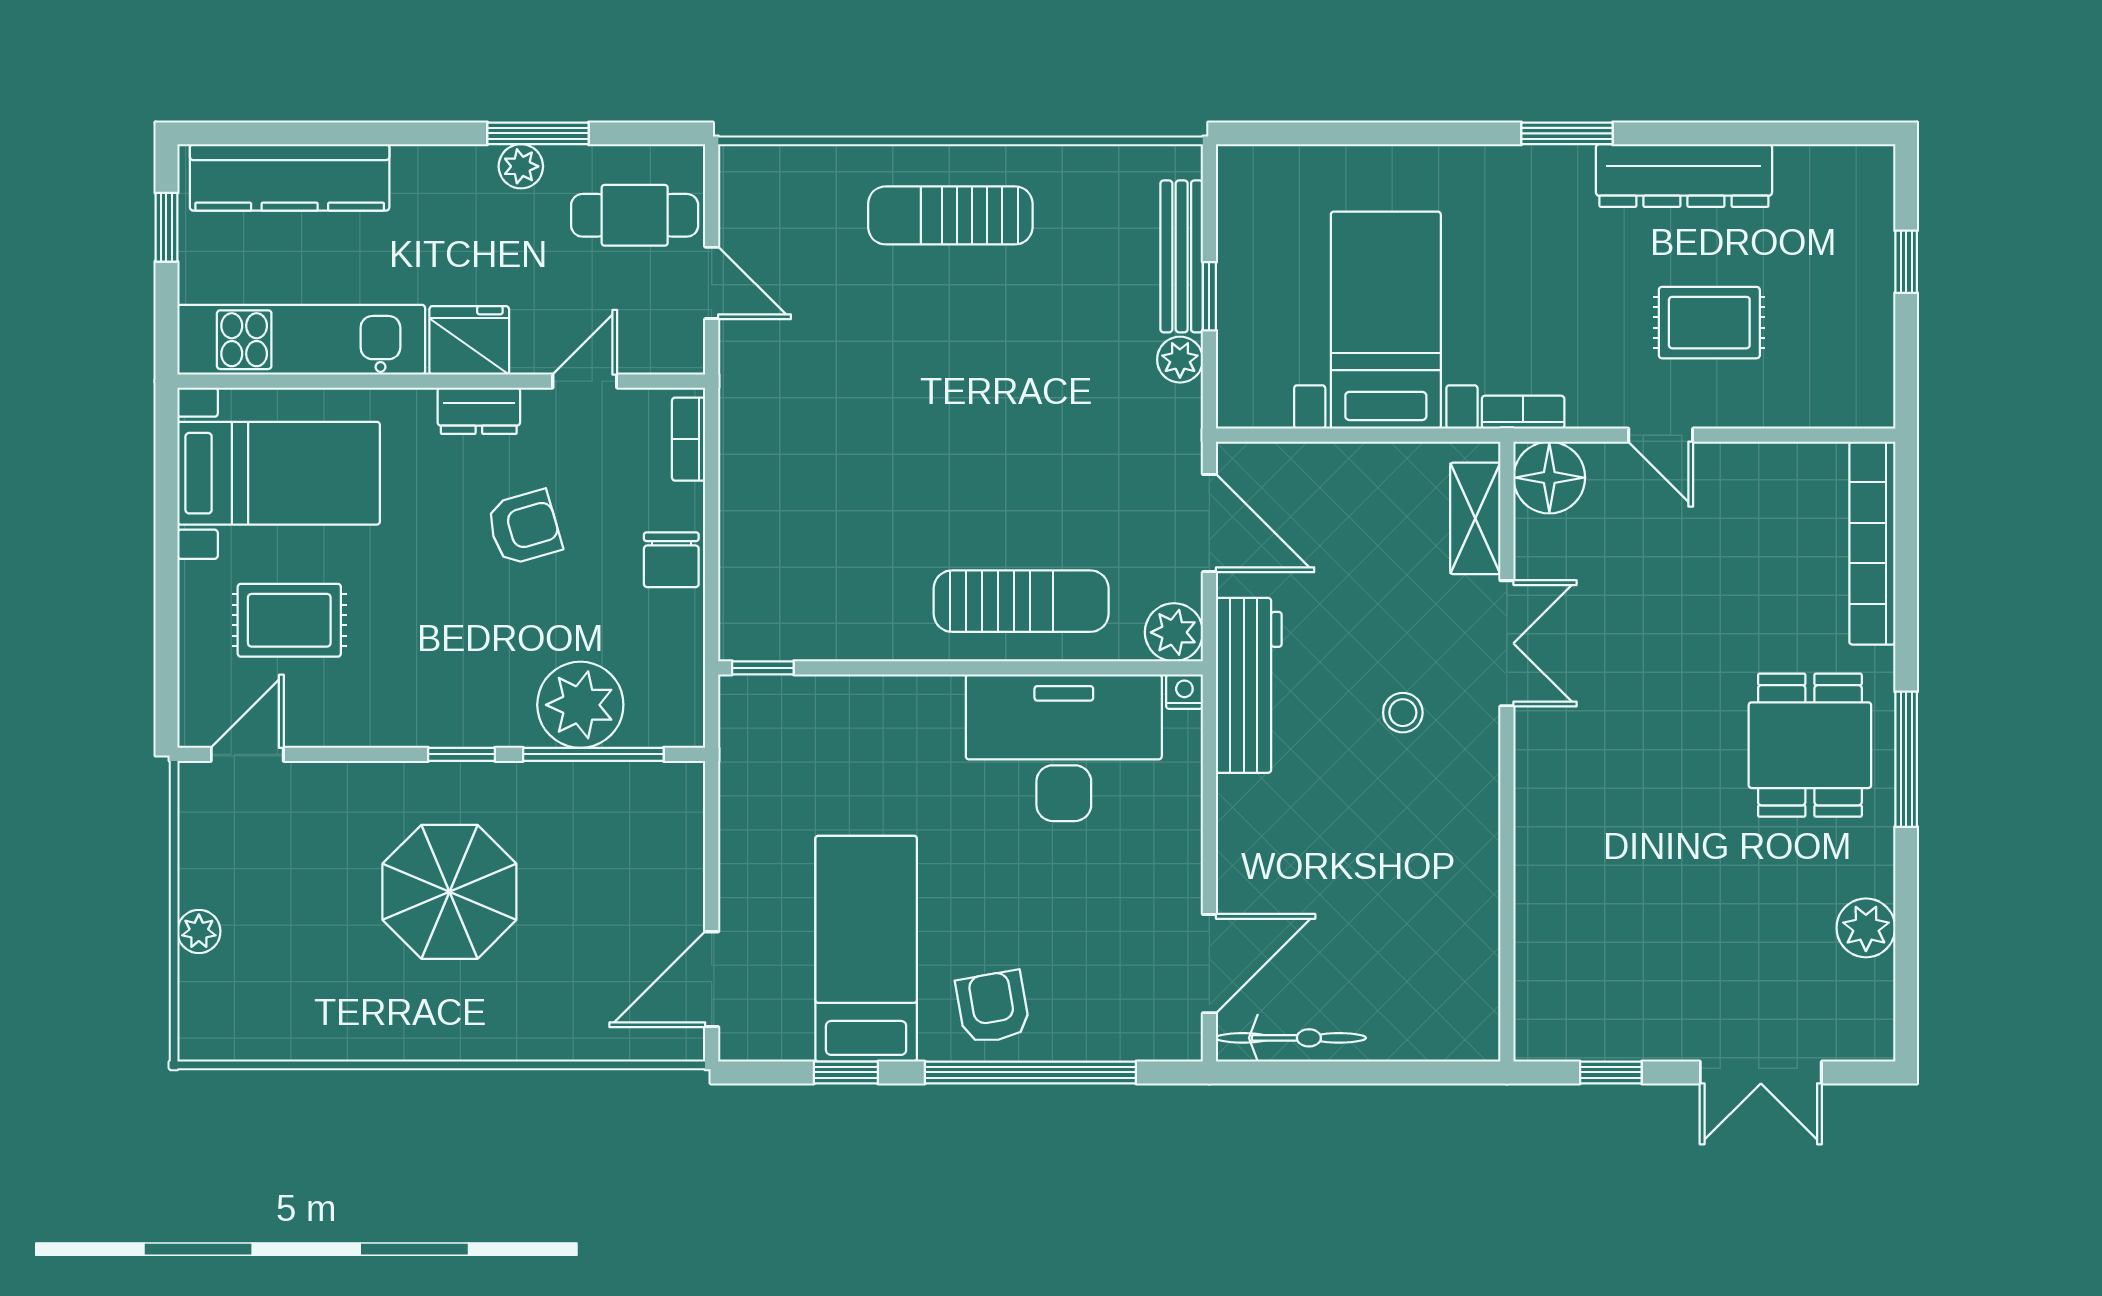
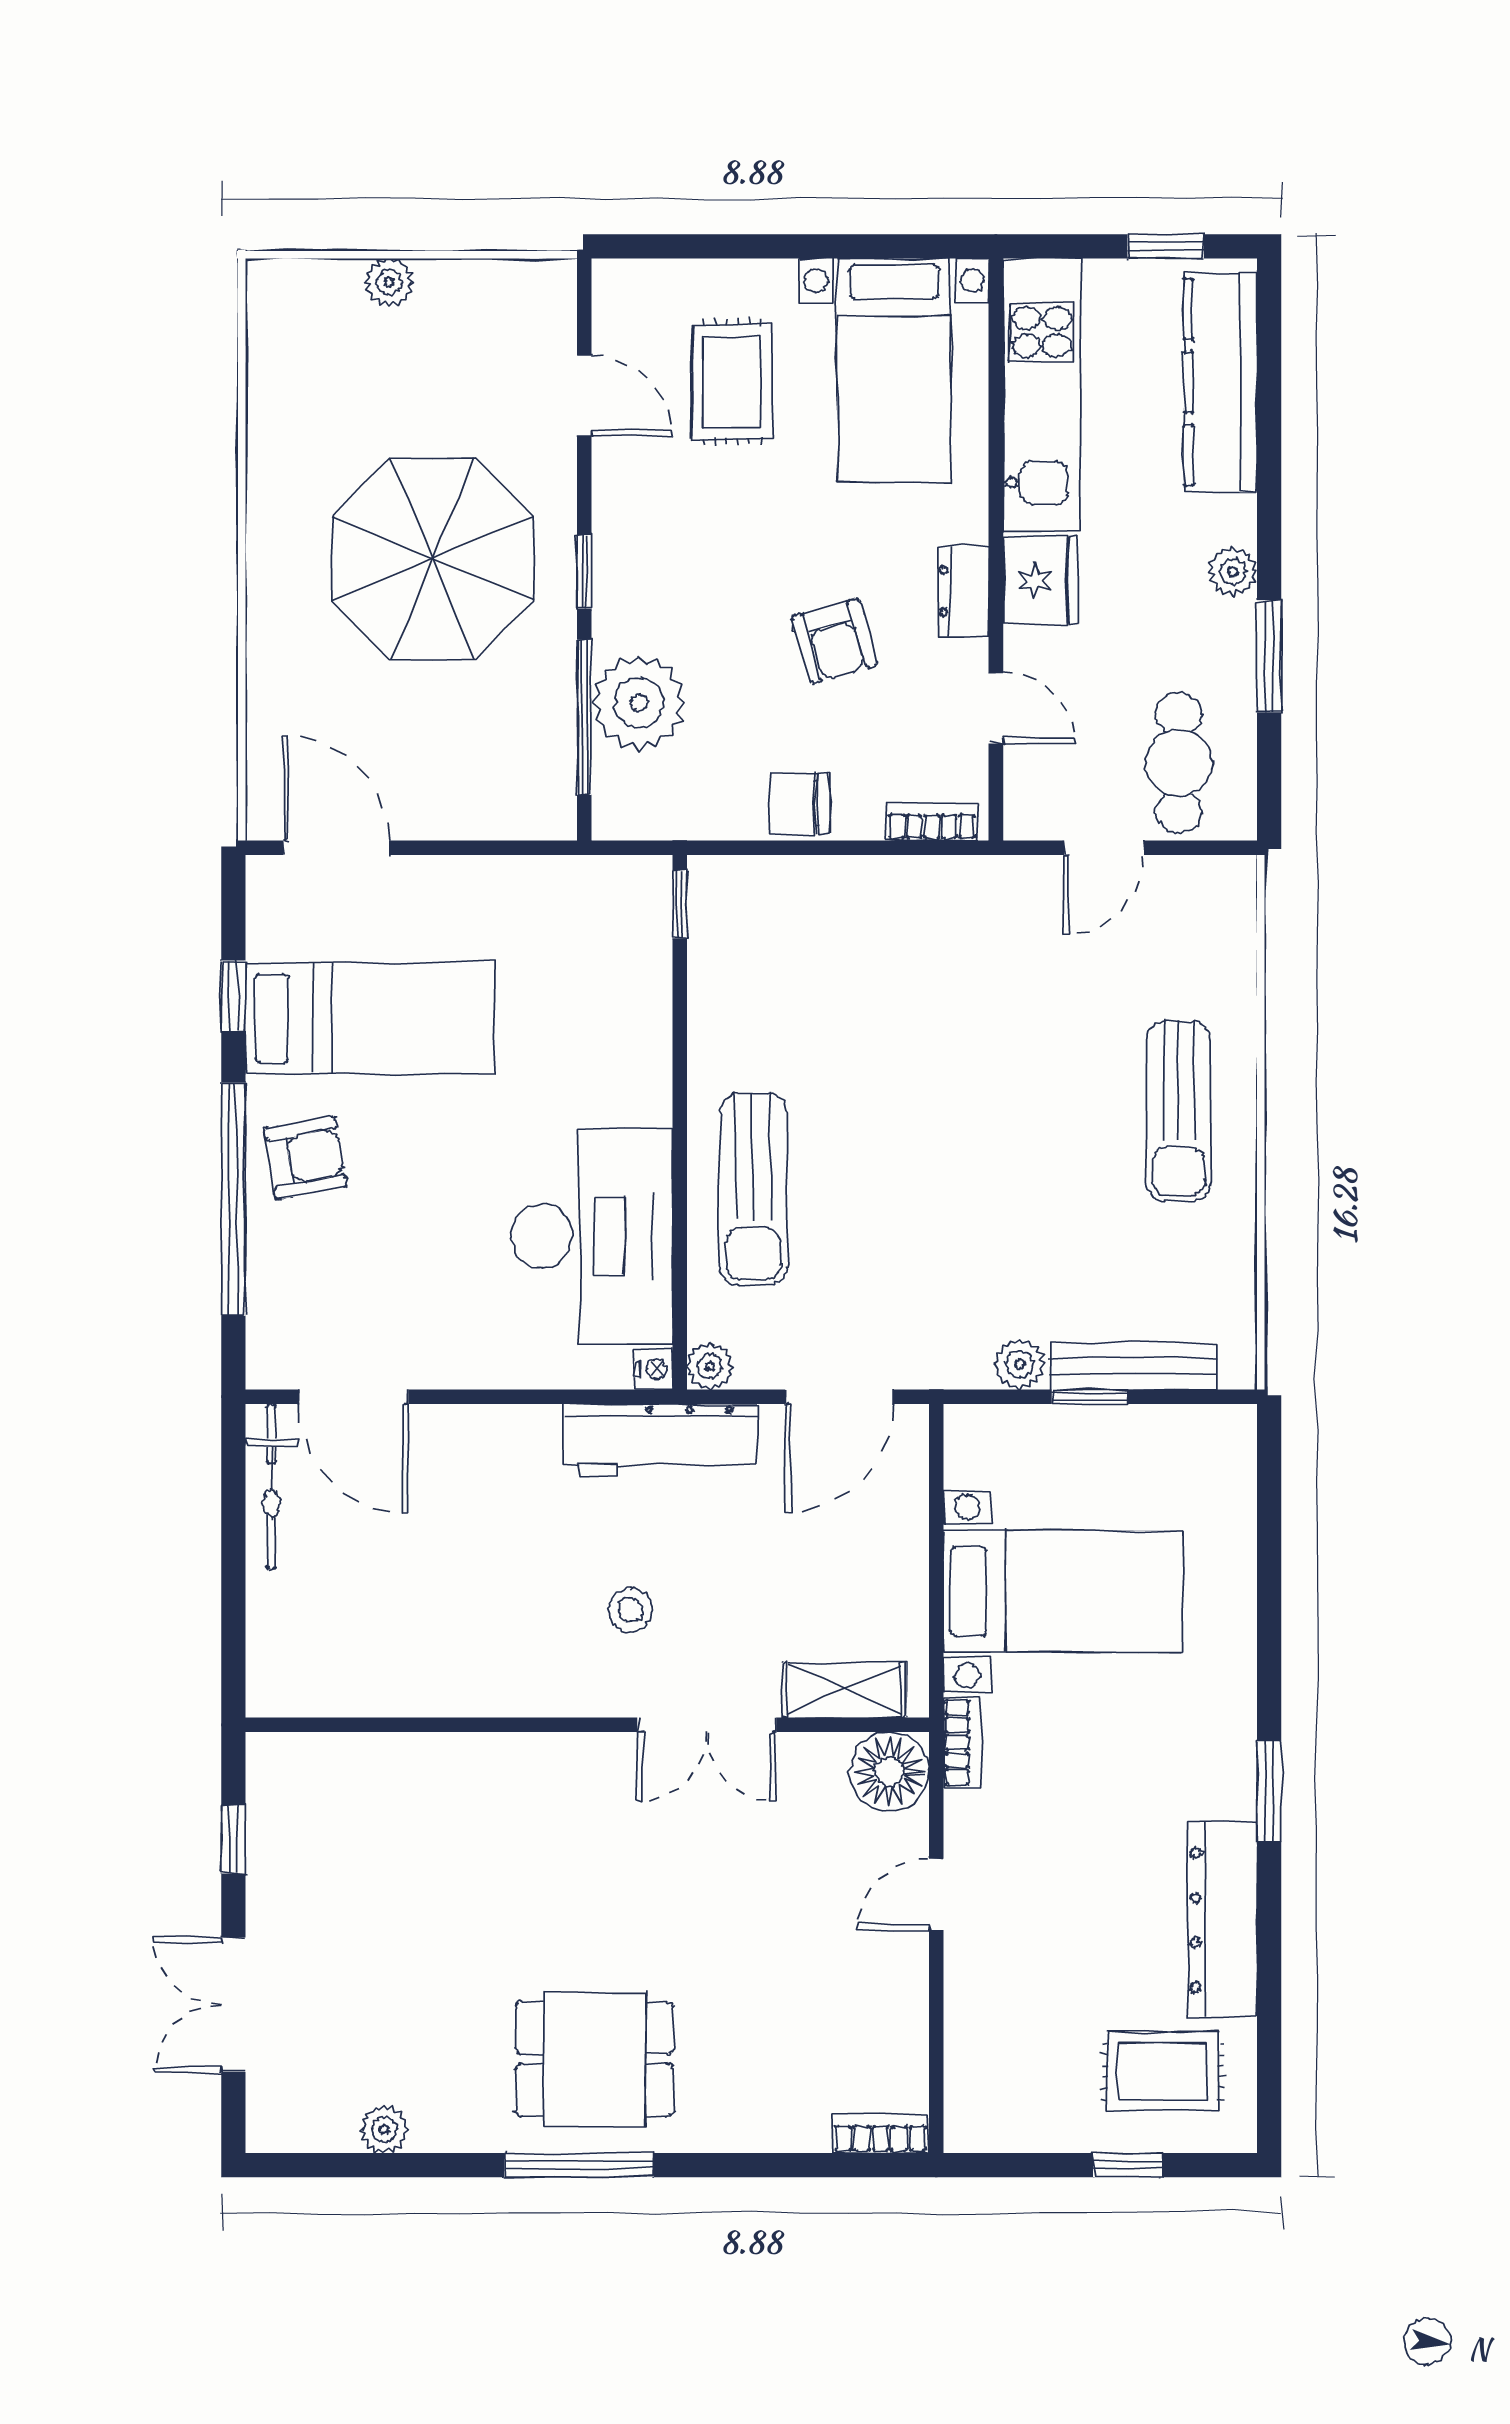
plant: (521, 166) -> (1233, 572), moved
sun lounger: (950, 215) -> (1179, 1111), turned 180
rug: (1709, 323) -> (1163, 2071), moved, turned 90
bookcase: (1872, 543) -> (881, 2134), width x0.43, depth x0.76
plant: (1174, 632) -> (710, 1366), width x0.73, depth x0.73
door: (247, 754) -> (584, 396), moved
parasol: (449, 892) -> (433, 558), width x1.36, depth x1.36
plant: (1866, 928) -> (384, 2130), width x0.73, depth x0.73

